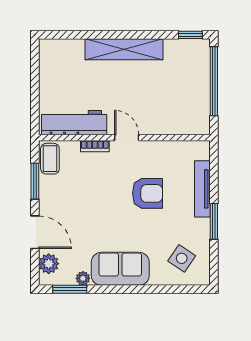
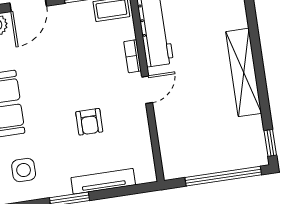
armchair: (148, 193) -> (89, 122), width x0.72, depth x0.72
side table: (182, 258) -> (24, 170), turned -34

